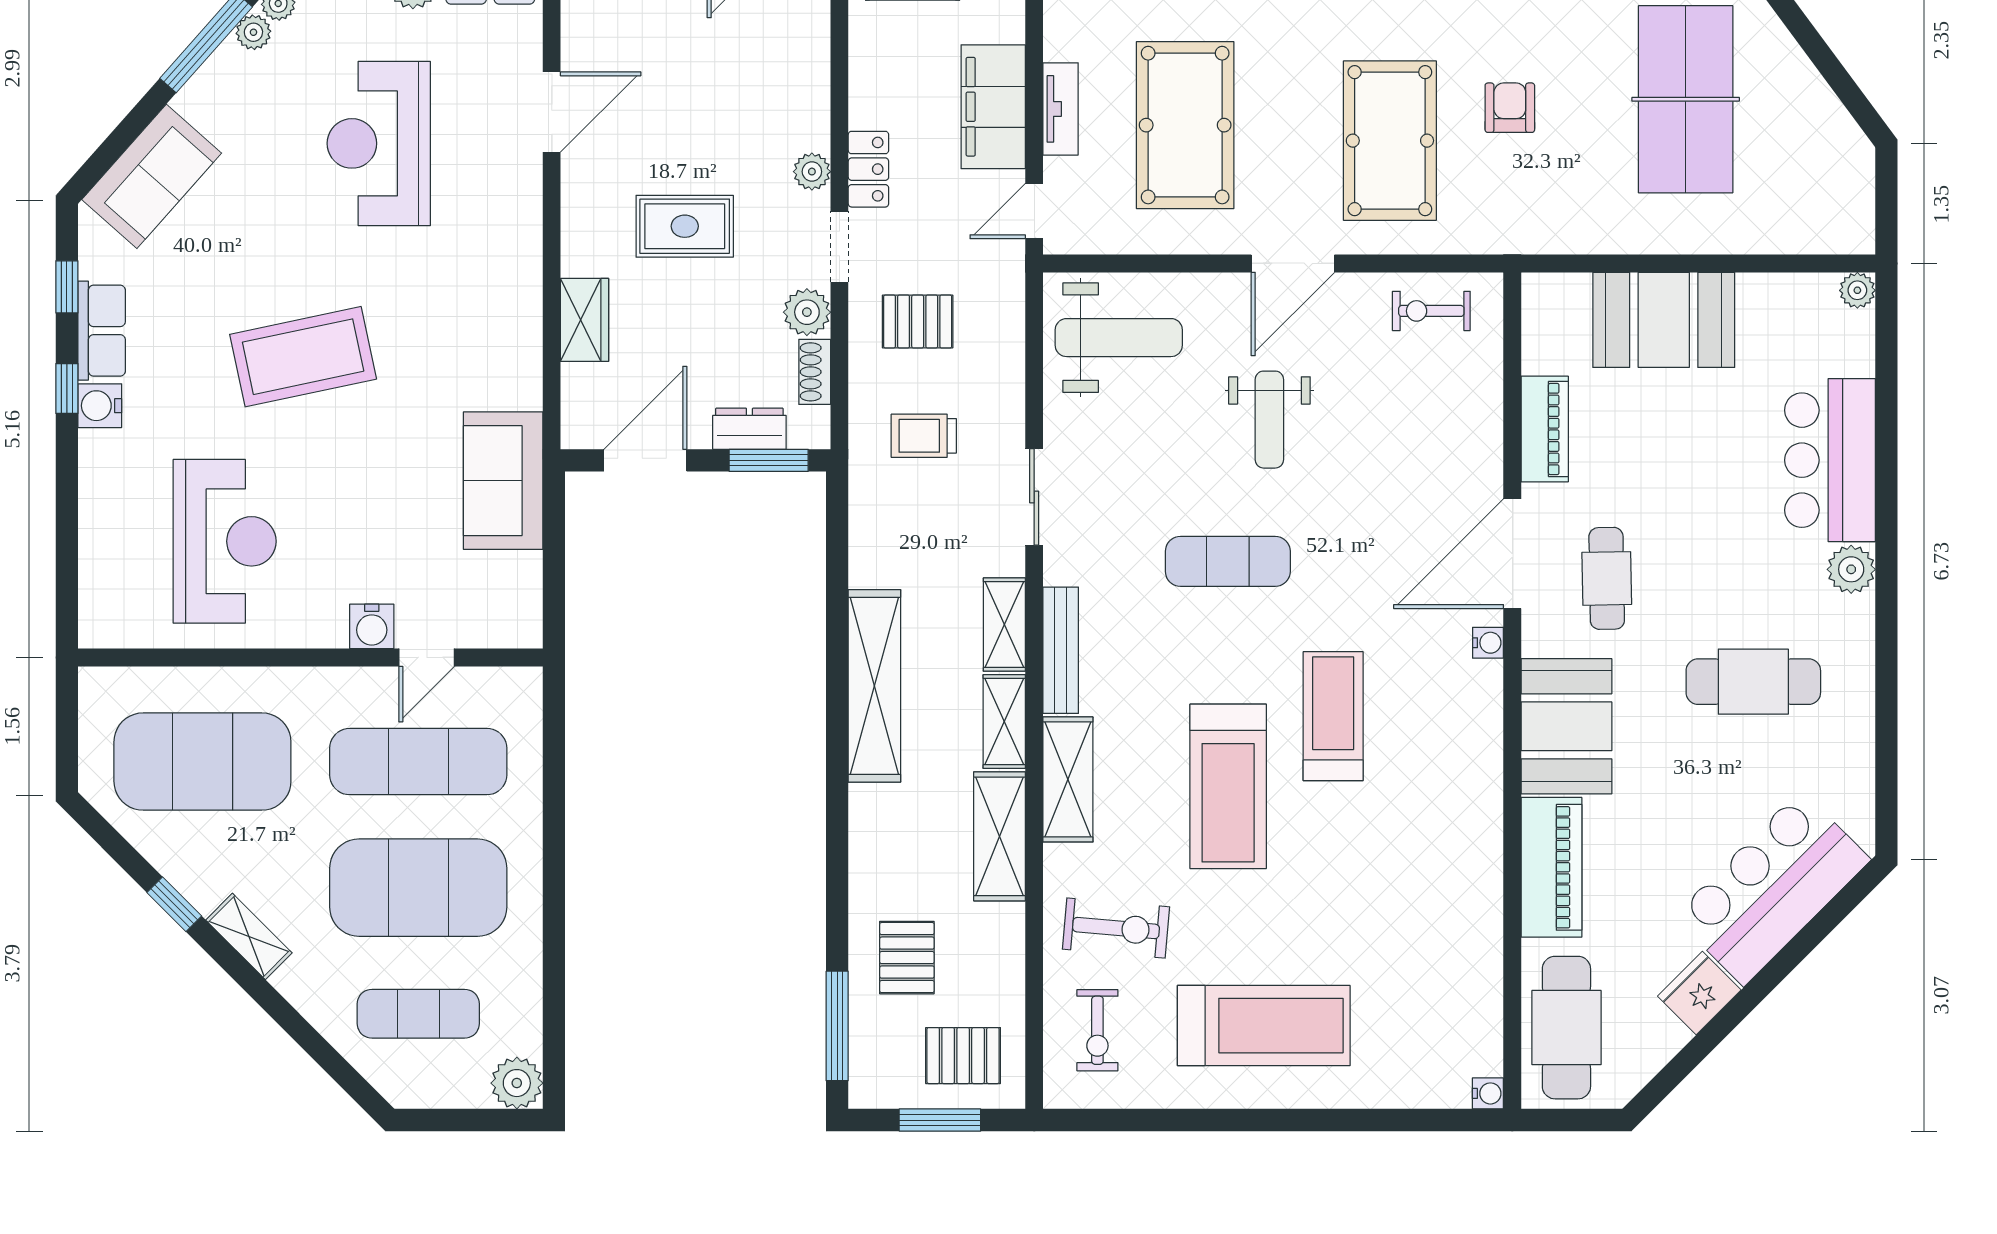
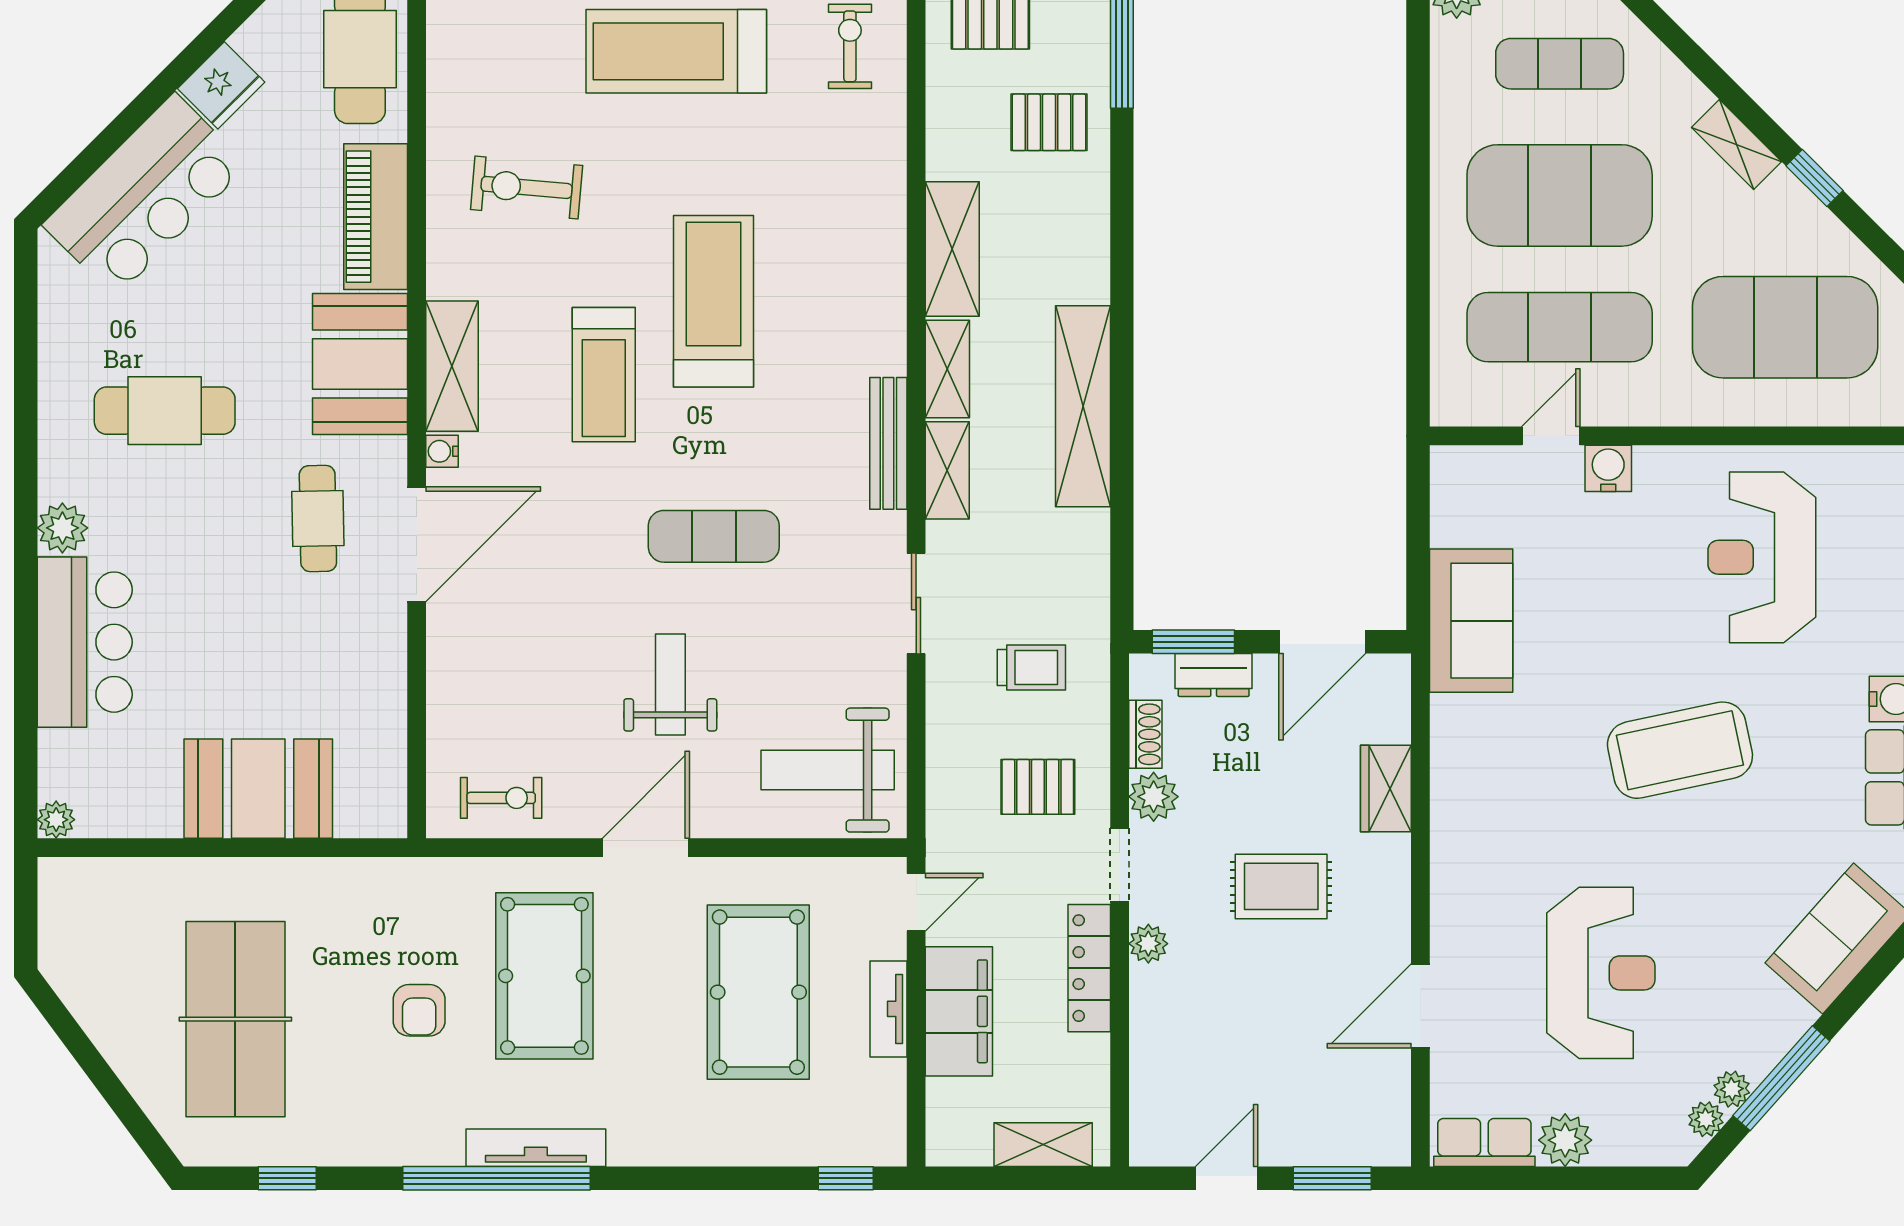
locker: (868, 169) -> (1089, 968), width x1.53
piano: (1545, 429) -> (383, 675), removed
shelving: (1068, 779) -> (452, 366), moved
exercise bike: (1116, 928) -> (527, 187), moved
pallet: (907, 958) -> (1049, 122), turned 90

